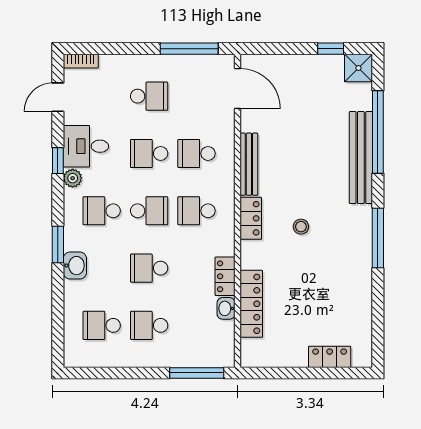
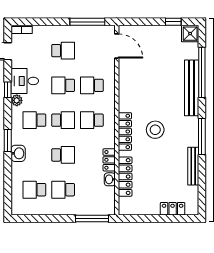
bench: (249, 164) -> (193, 166), moved
locker: (251, 218) -> (125, 131), width x1.53
stool: (301, 227) -> (155, 130), width x1.89, depth x1.89
school desk: (149, 268) -> (63, 155), turned 180

